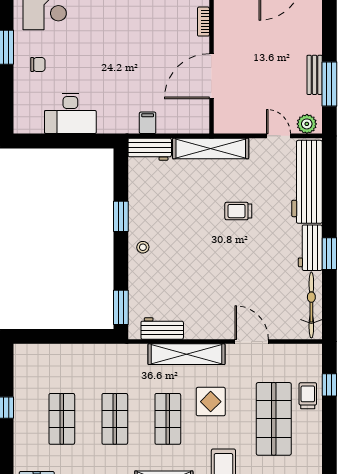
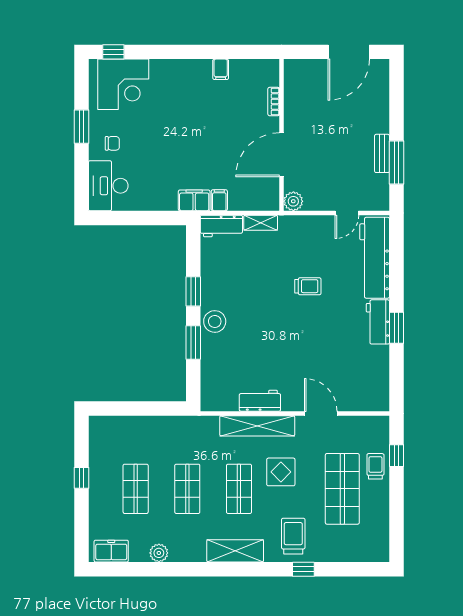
desk: (70, 113) -> (108, 186), moved, turned 90
filing cabinet: (122, 123) -> (194, 200), added
plant: (307, 124) -> (293, 201), moved
door: (279, 136) -> (347, 213), swing flipped
shelving: (211, 148) -> (261, 223), width x0.45, depth x0.75
trolley: (238, 211) -> (308, 286), turned 180
stool: (143, 247) -> (215, 321), width x1.89, depth x1.89
bicycle: (311, 305) -> (379, 378), removed
window: (121, 307) -> (193, 342), moved
workbench: (162, 328) -> (260, 401), moved

